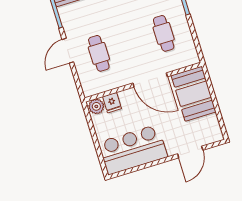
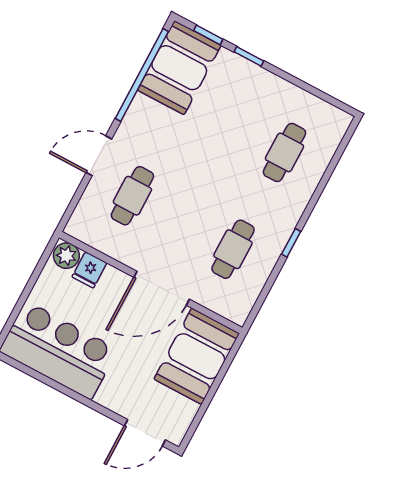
door: (150, 80) -> (162, 288), hinge flipped
door: (190, 152) -> (145, 433), moved

